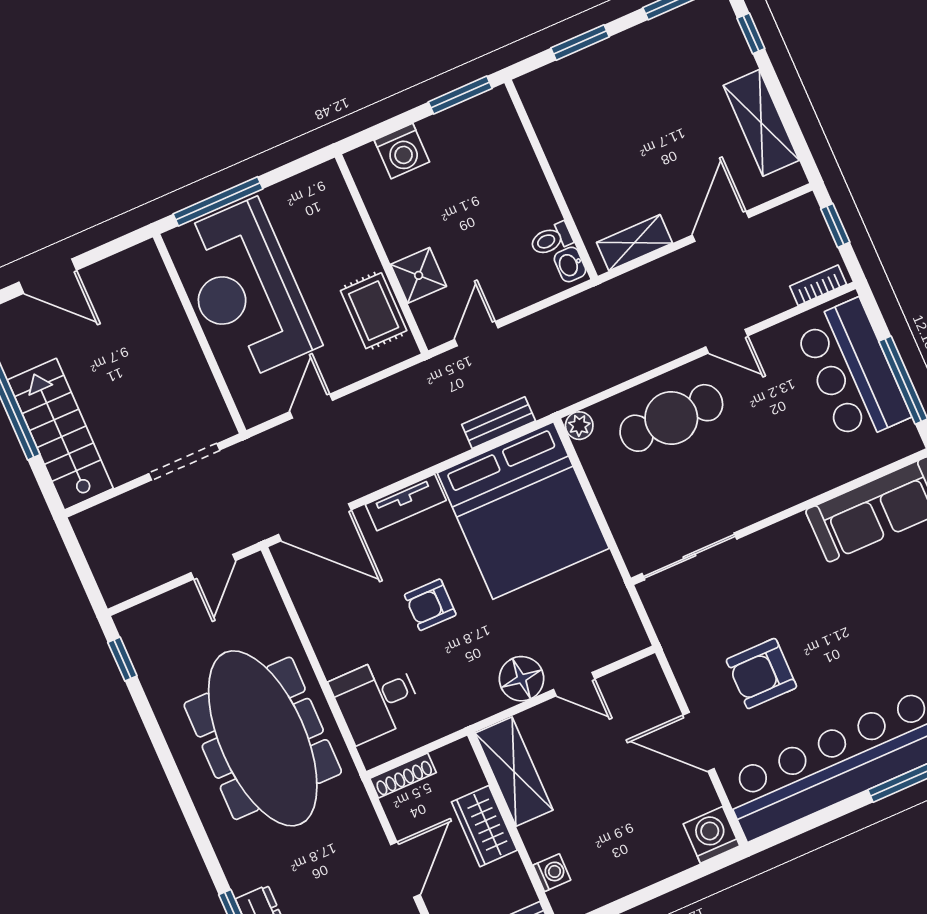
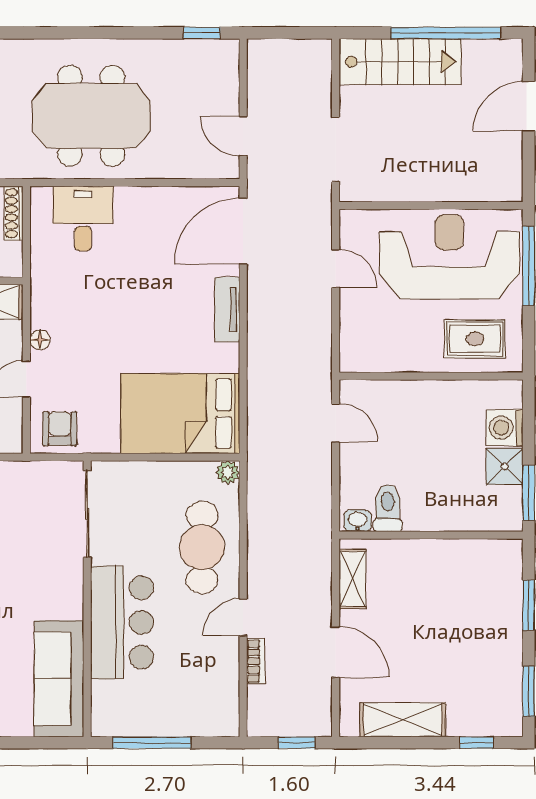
toilet: (551, 239) -> (388, 508), width x1.37, depth x1.39
shower: (419, 275) -> (505, 466), moved
bookcase: (818, 285) -> (256, 661), moved
rug: (374, 311) -> (475, 339), moved
bar counter: (852, 371) -> (122, 623), moved, turned 90
bench: (499, 423) -> (258, 410), removed
bed: (523, 511) -> (180, 414), width x0.73
armchair: (430, 605) -> (60, 429), moved
floor lamp: (522, 679) -> (40, 340), width x0.53, depth x0.53
meeting table: (263, 738) -> (91, 116), width x0.73

